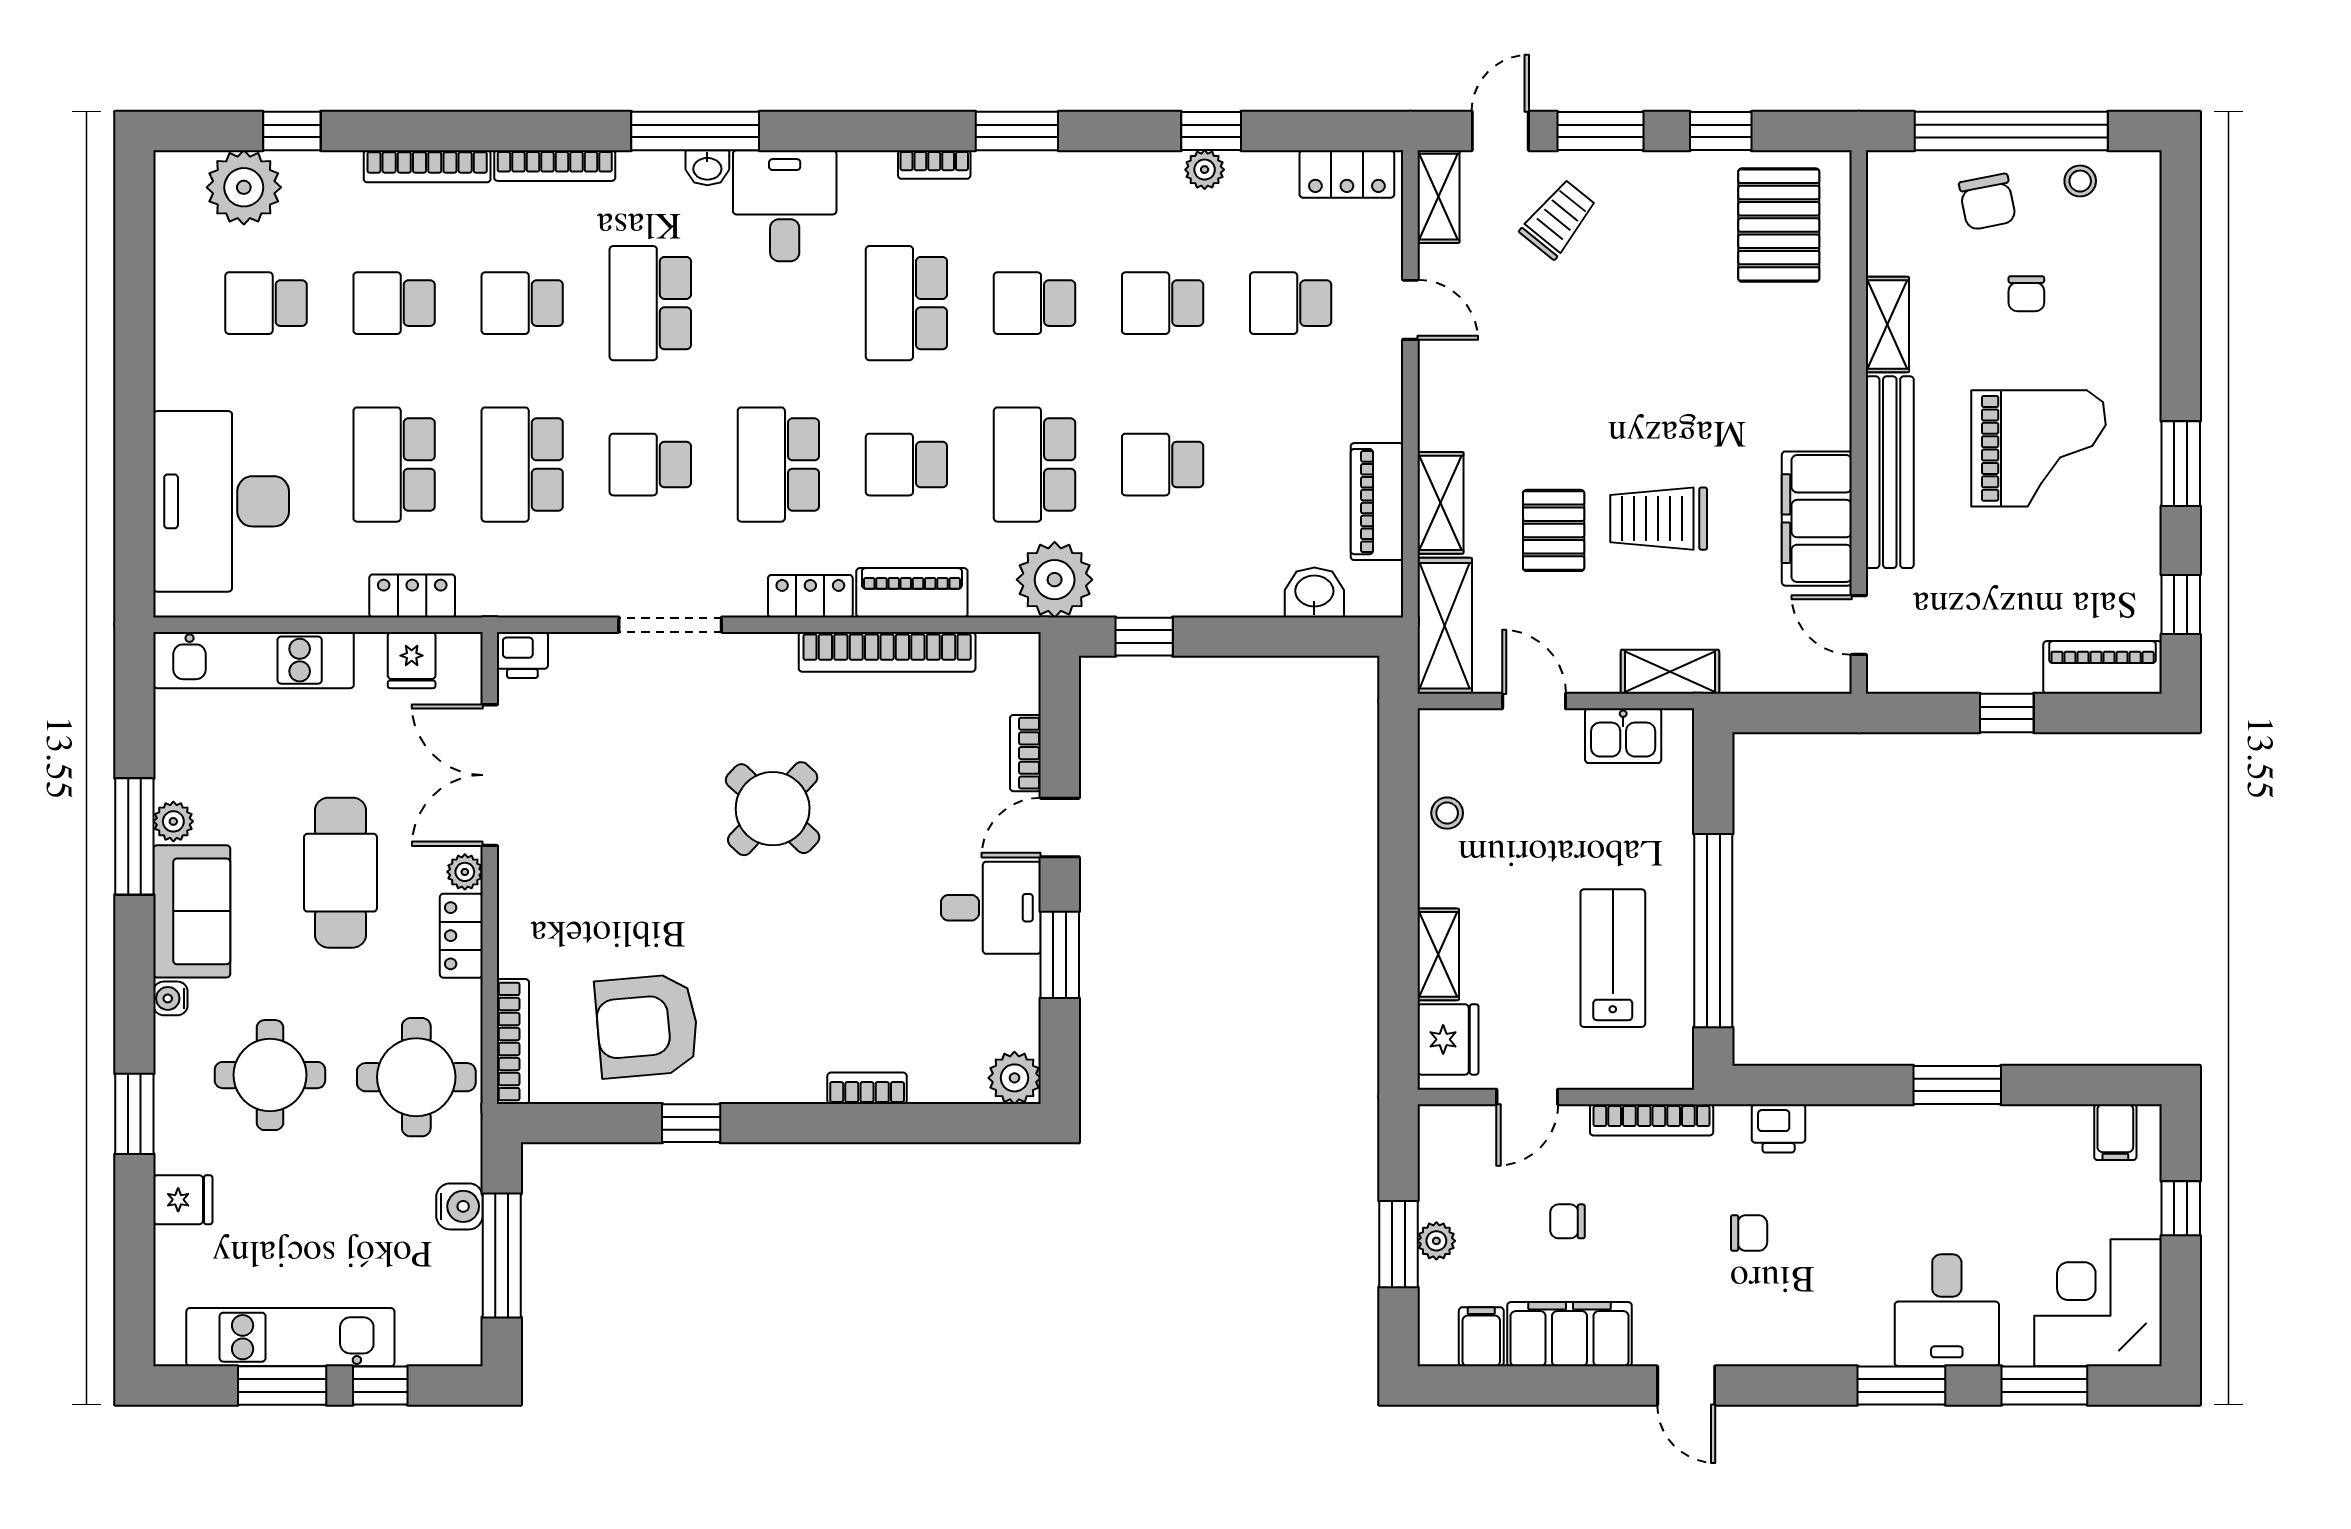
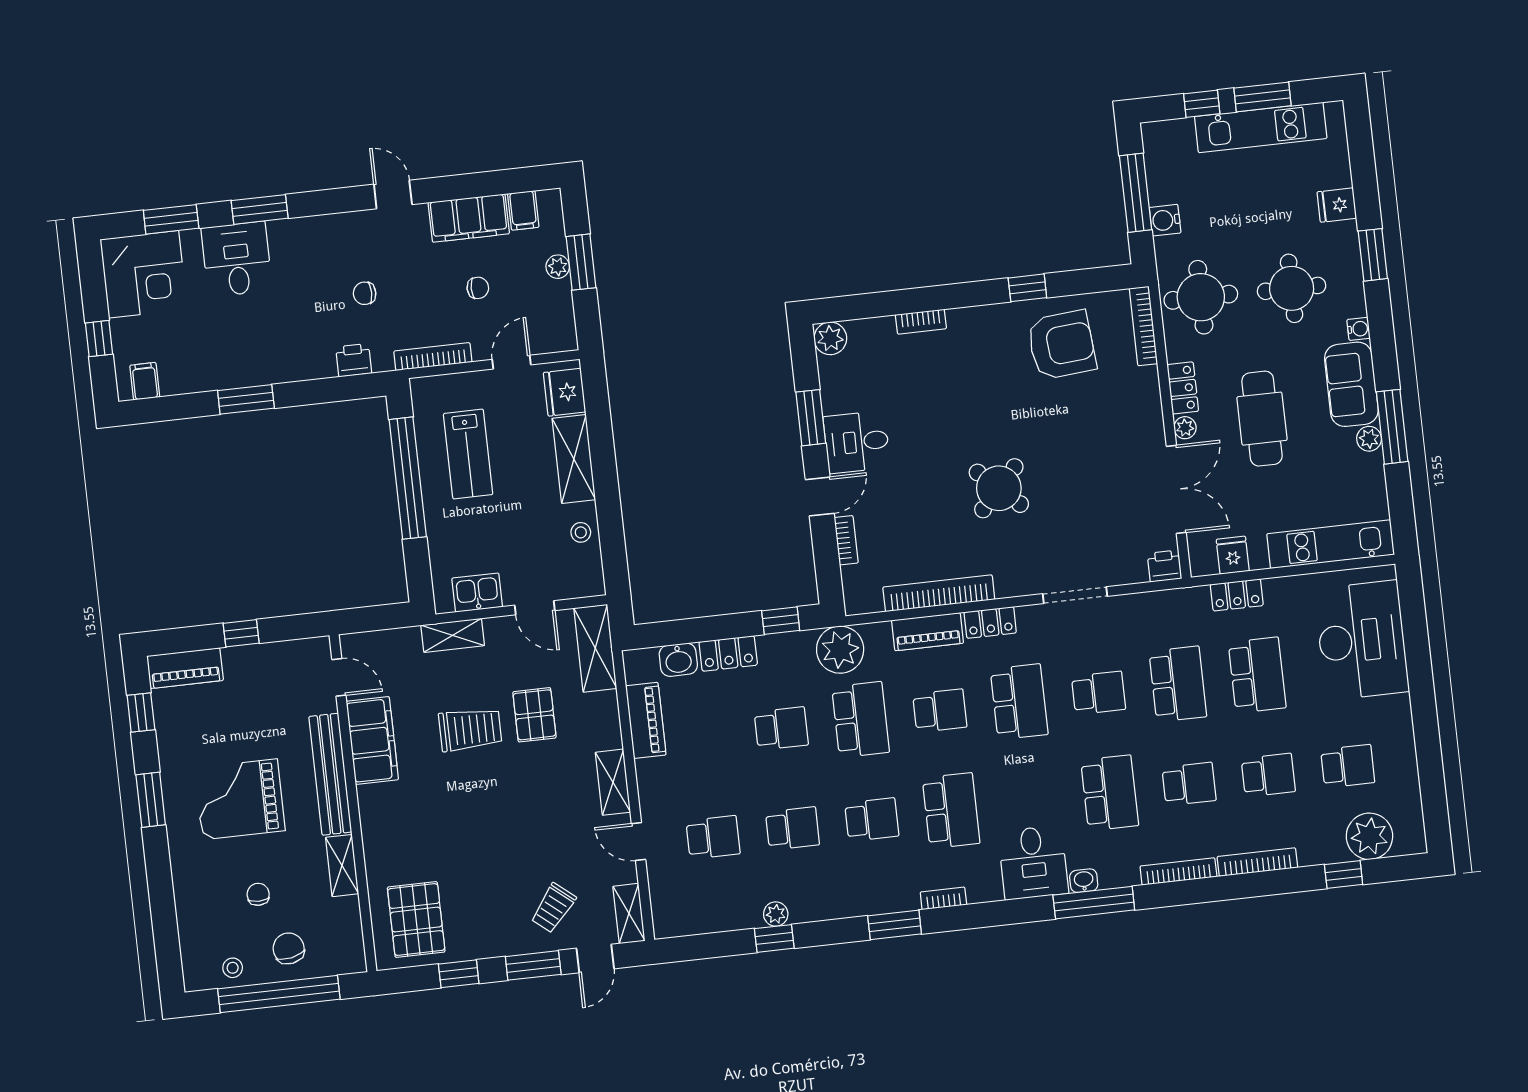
locker: (1347, 174) -> (728, 653), moved, turned 180
shelving: (1440, 503) -> (613, 782), moved
shelving: (1438, 954) -> (574, 459), width x1.50, depth x1.33

